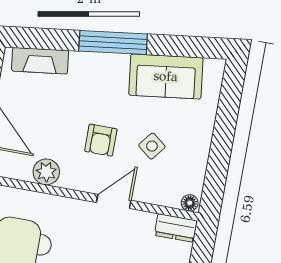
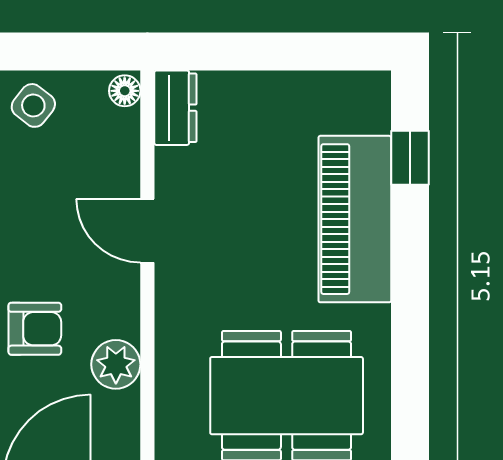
armchair: (101, 140) -> (35, 329), moved
side table: (152, 146) -> (33, 105), moved

